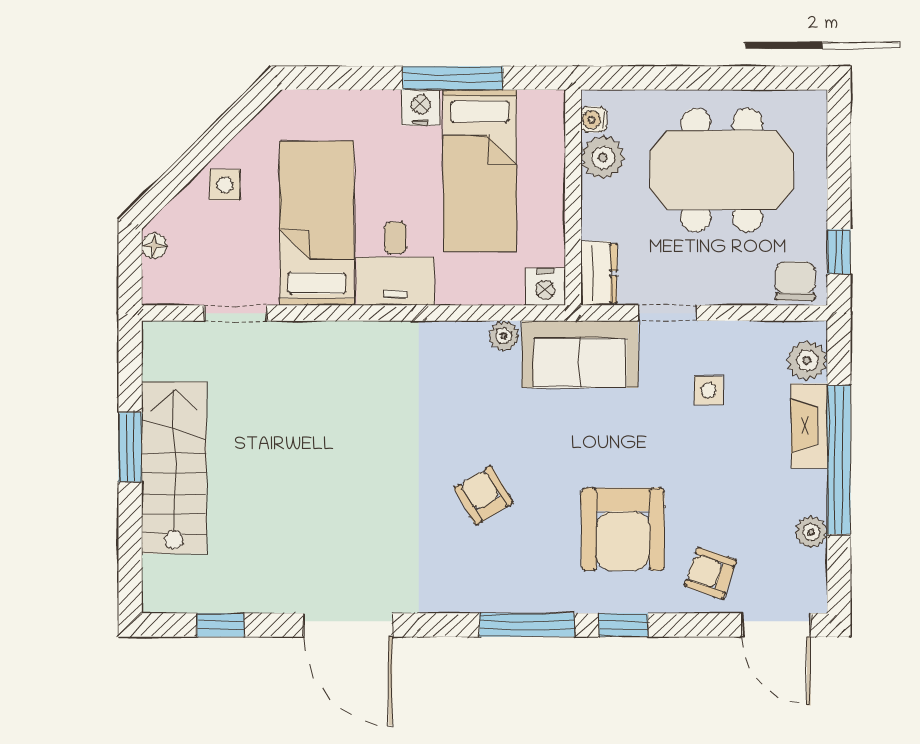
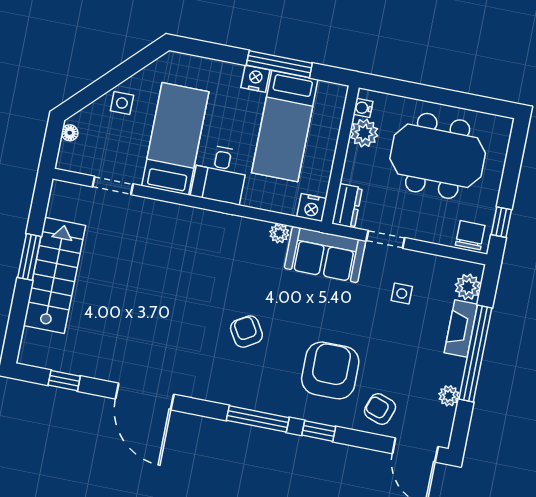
armchair: (623, 529) -> (330, 370), turned 180

